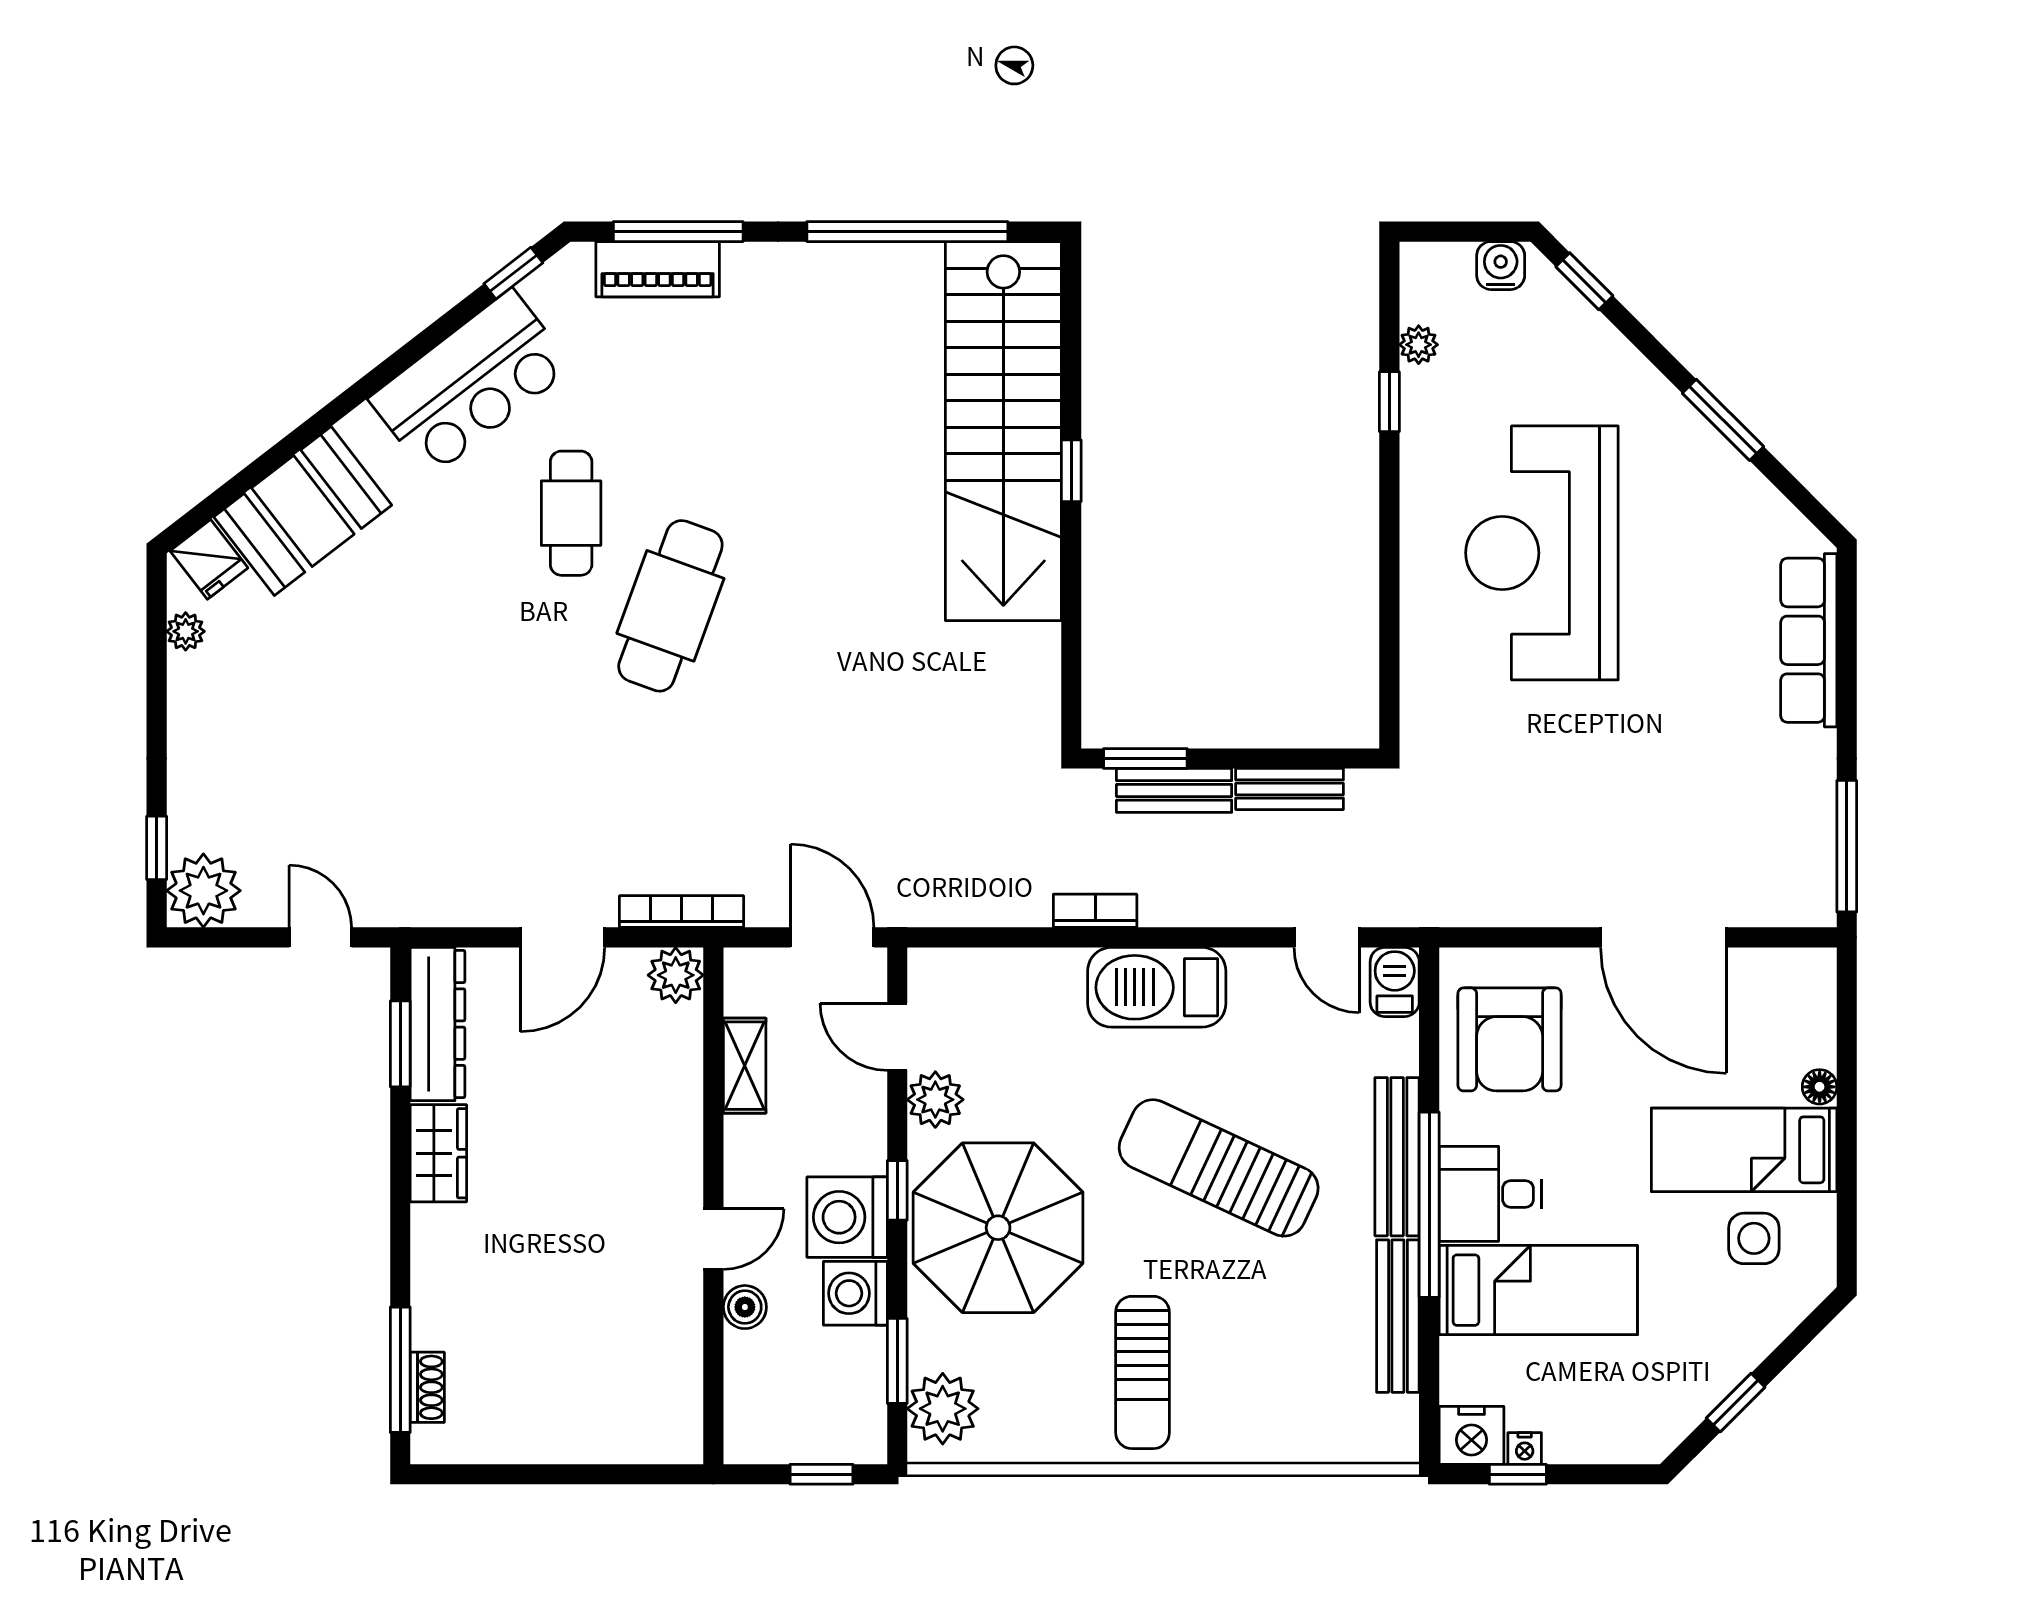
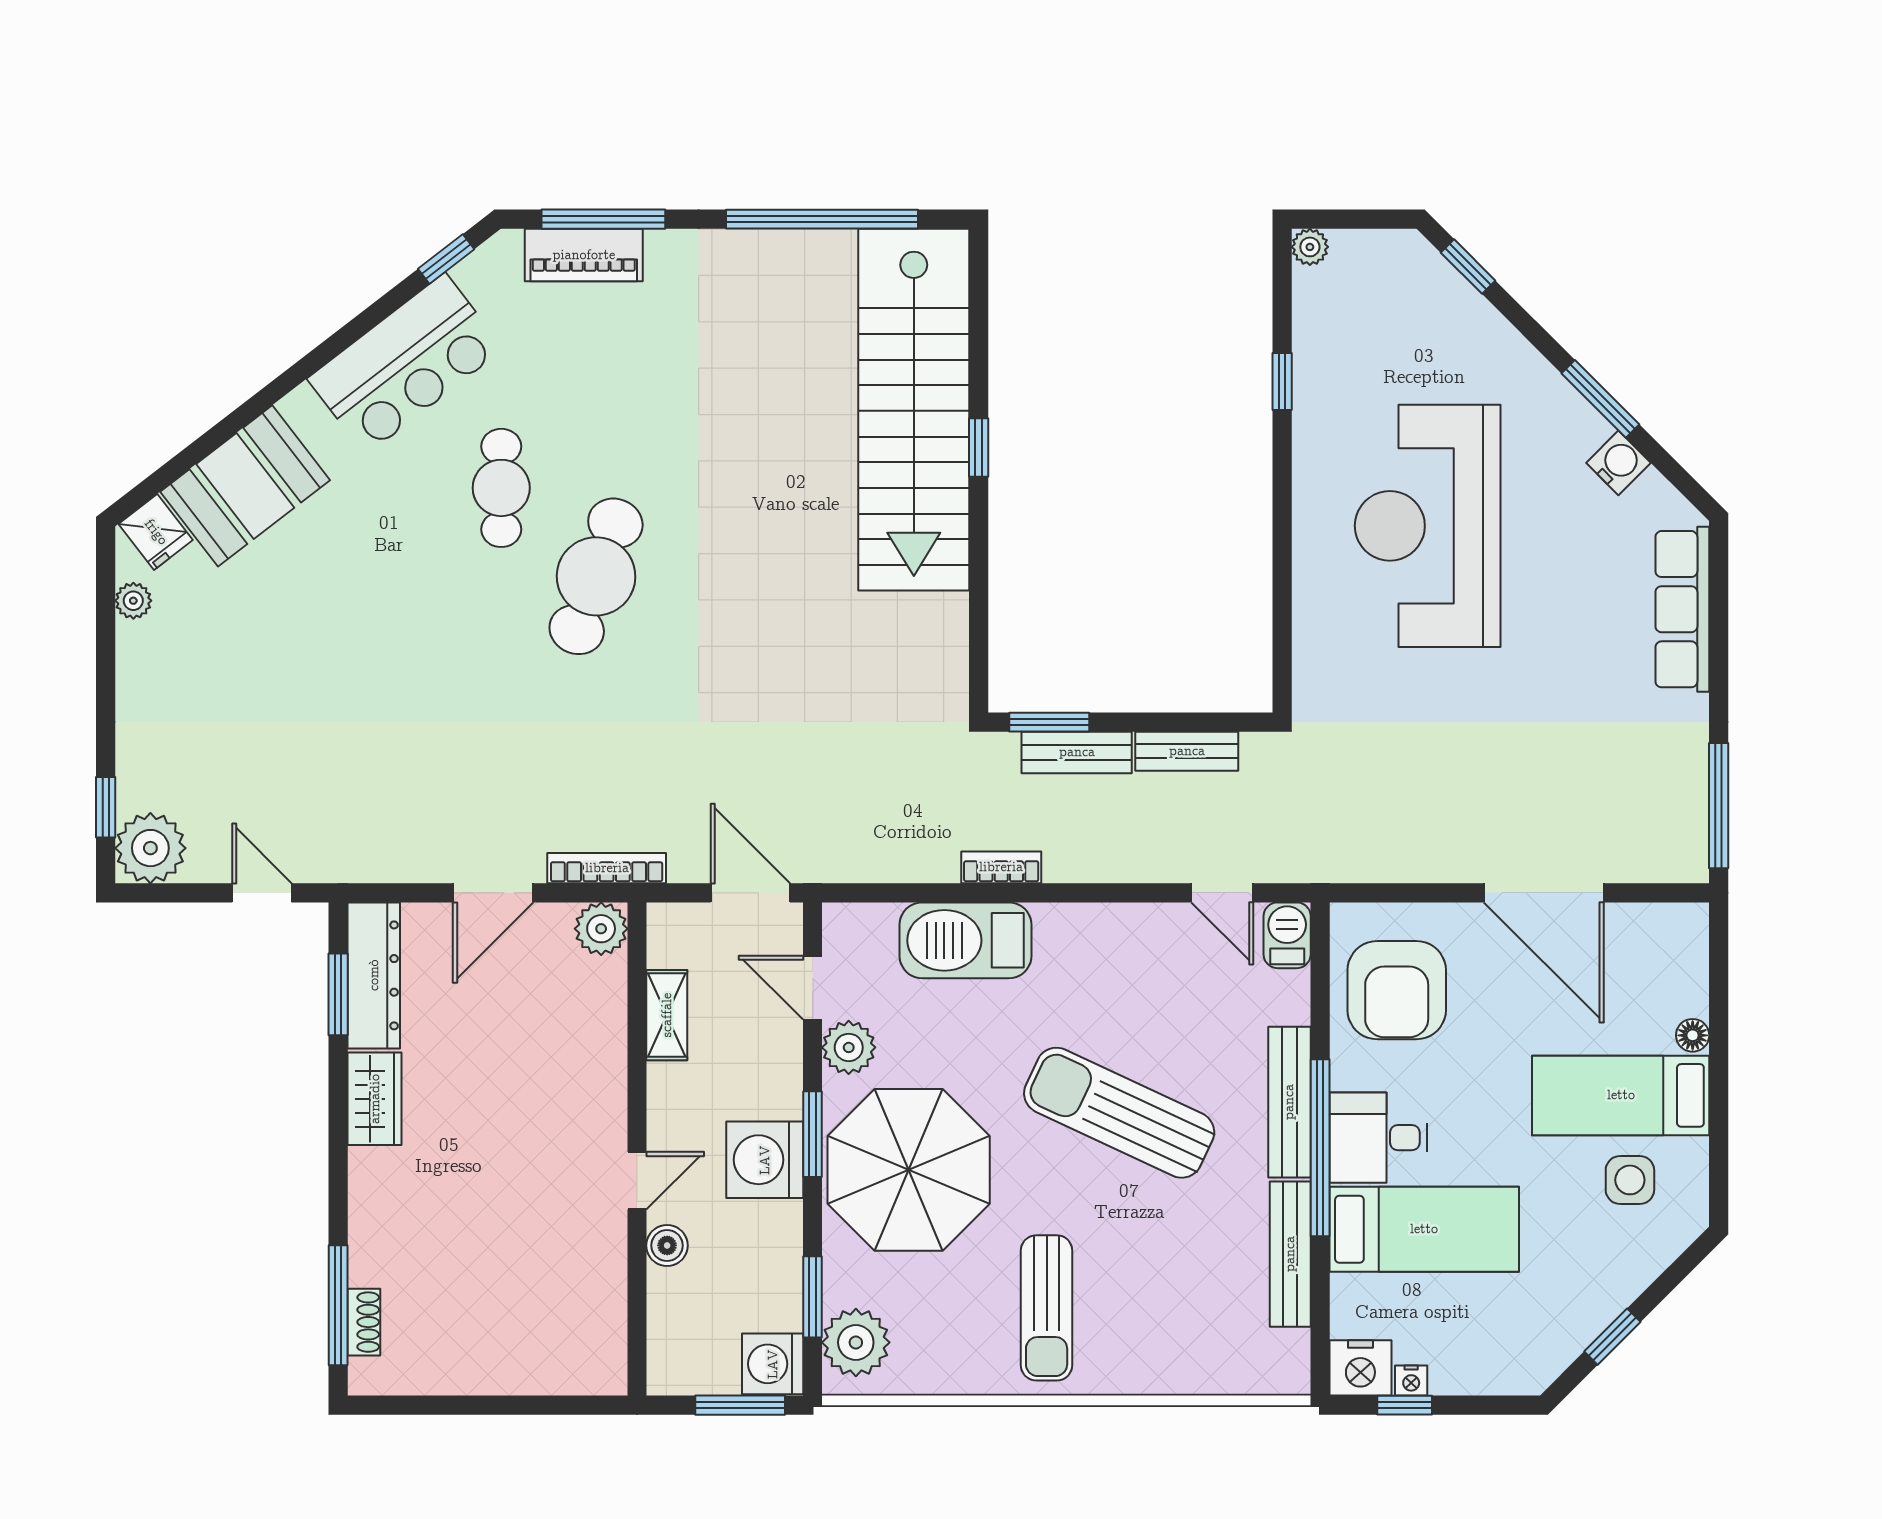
water cooler: (1501, 266) -> (1618, 463), moved, turned 45
plant: (1419, 345) -> (1310, 247), moved
barbecue: (1157, 987) -> (965, 940), moved
window: (897, 1190) -> (813, 1134), width x1.50
washing machine: (855, 1293) -> (773, 1364), moved
window: (821, 1474) -> (740, 1405), width x1.50

